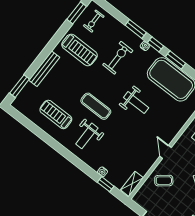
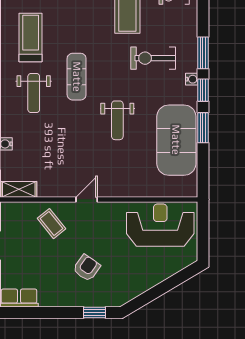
exercise bike: (118, 58) -> (153, 58), turned 180
weight bench: (87, 136) -> (34, 93), turned -90

